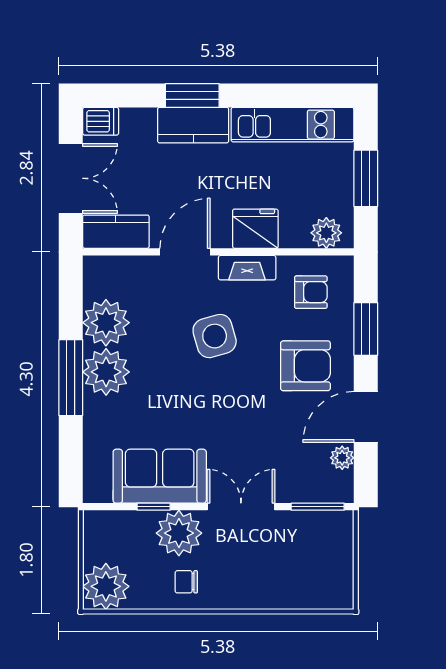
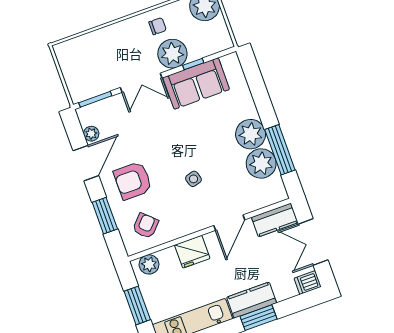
fireplace: (247, 268) -> (189, 227), removed
armchair: (311, 292) -> (145, 226), turned 133
side table: (215, 336) -> (193, 179), width x0.54, depth x0.54
window: (71, 378) -> (280, 150), moved

